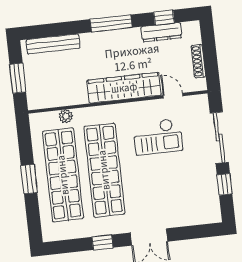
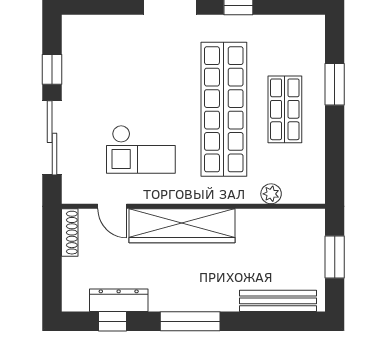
shoe rack: (198, 61) -> (70, 233), moved
checkout: (158, 137) -> (141, 149), turned 180
shop shelf: (63, 175) -> (285, 109), width x0.50, depth x0.74
window: (29, 179) -> (335, 84), moved

